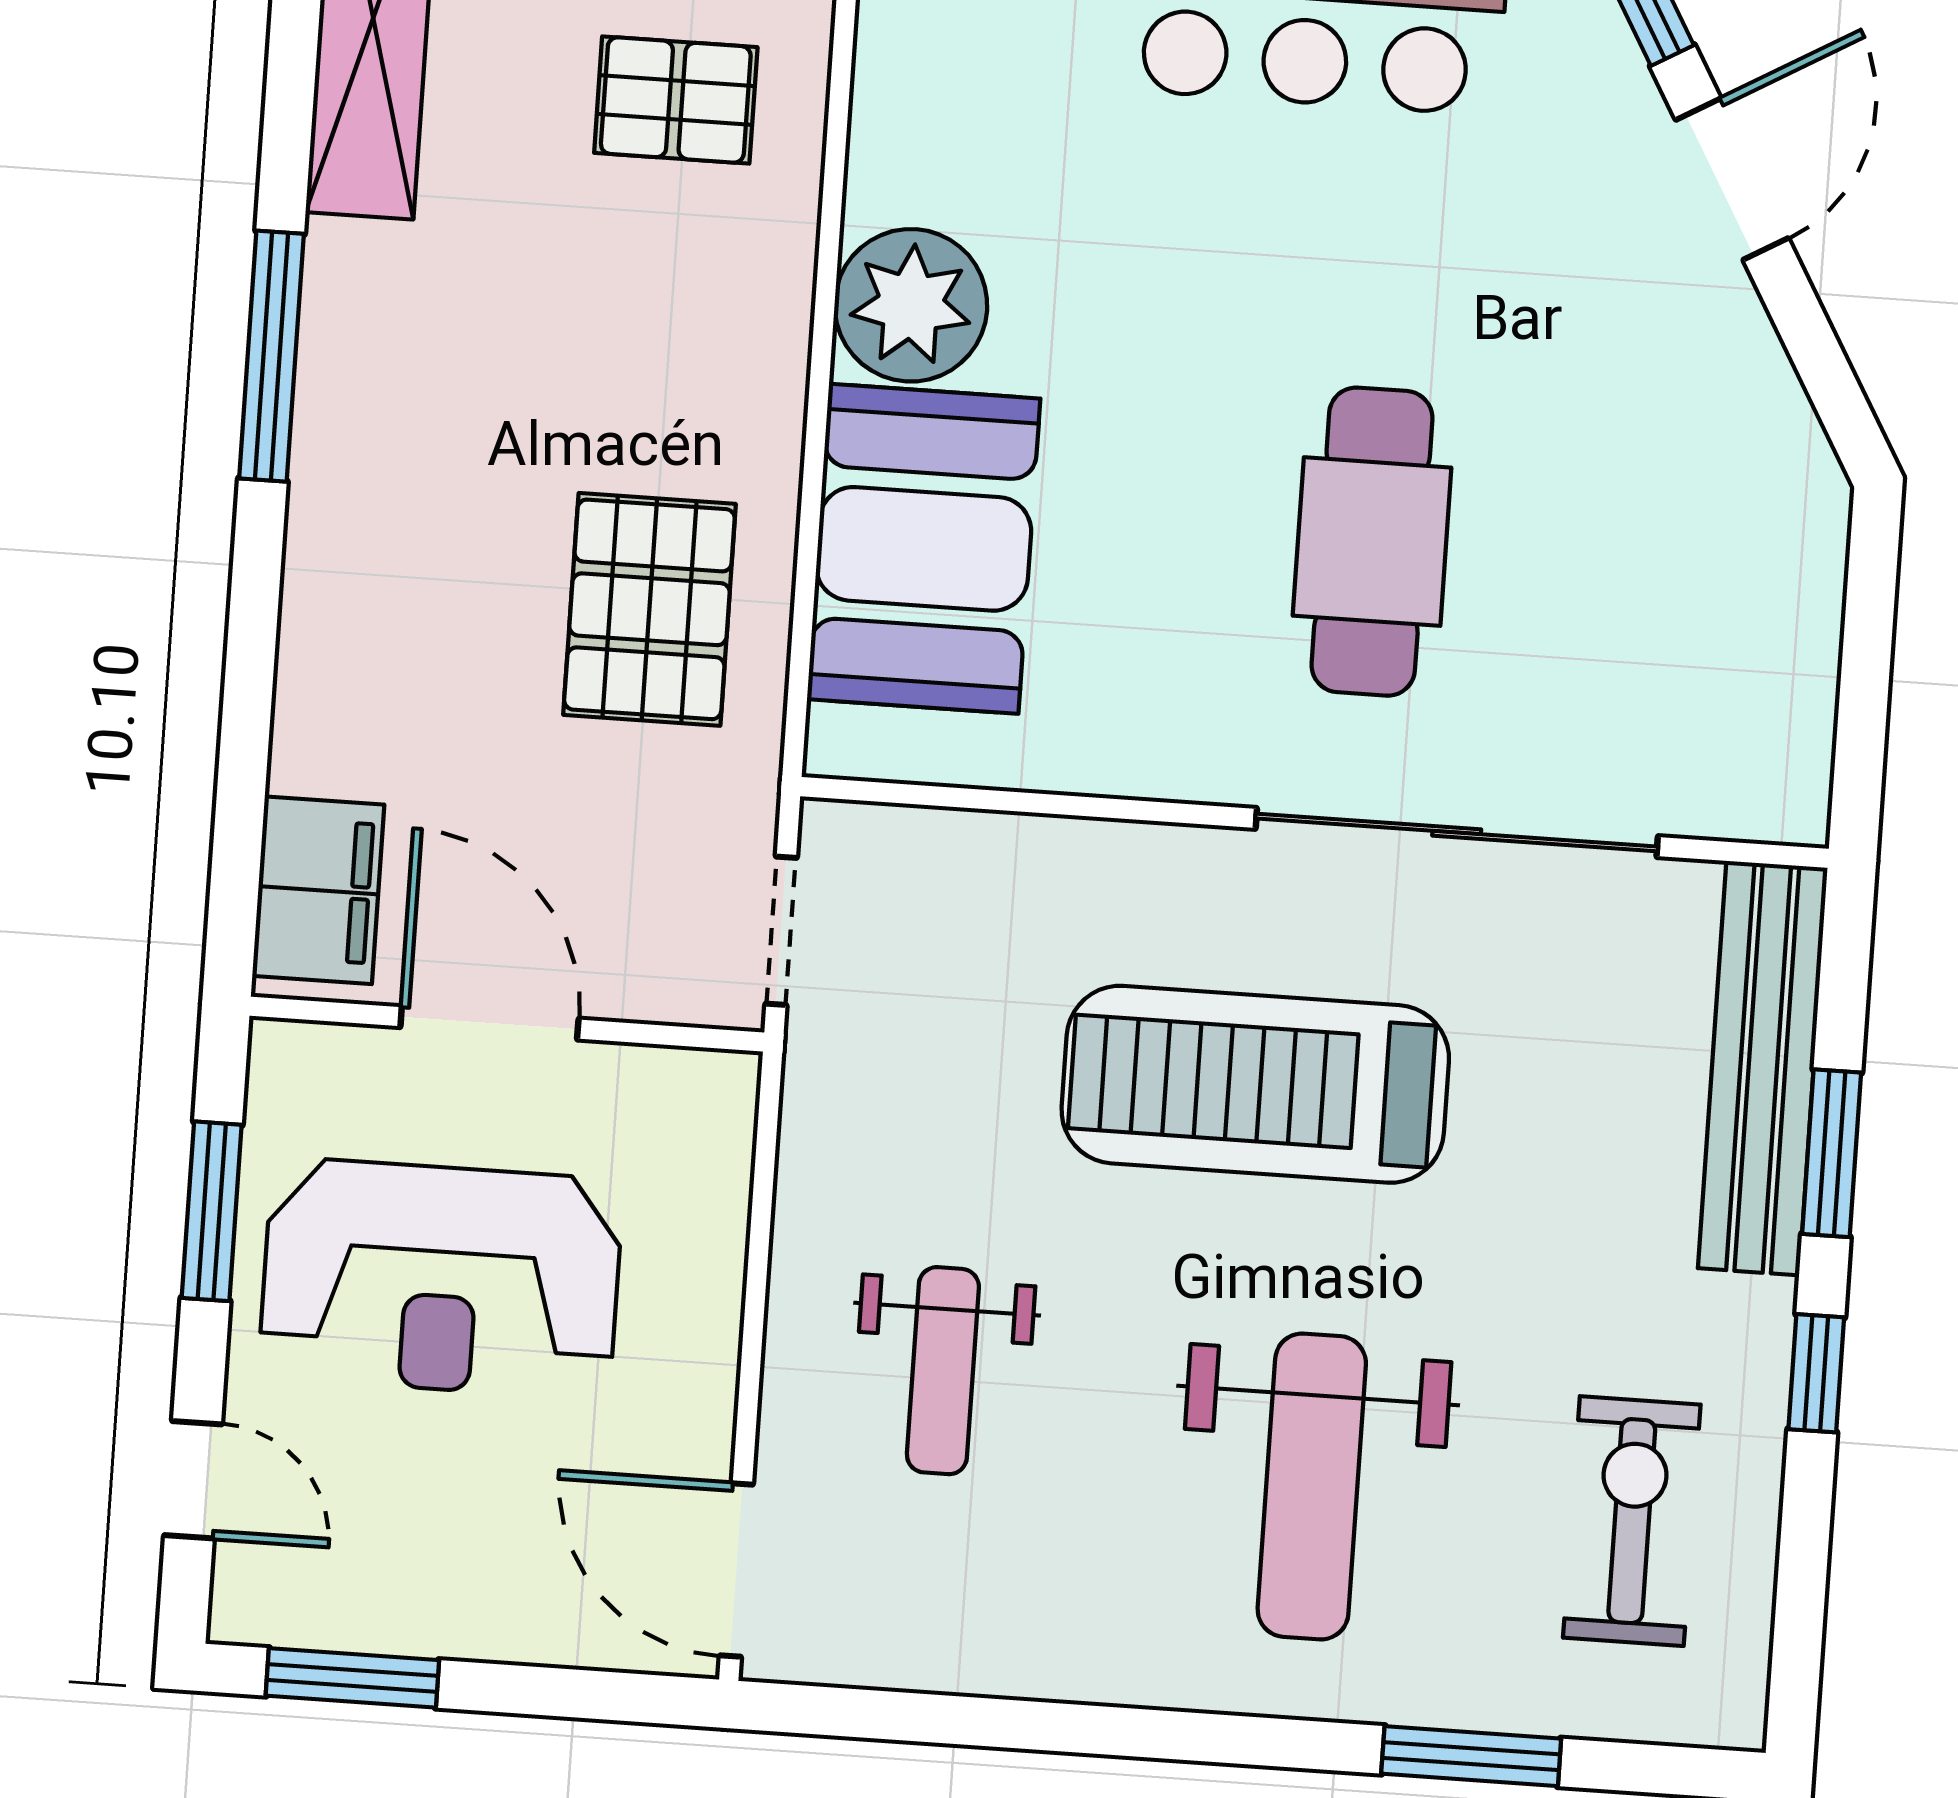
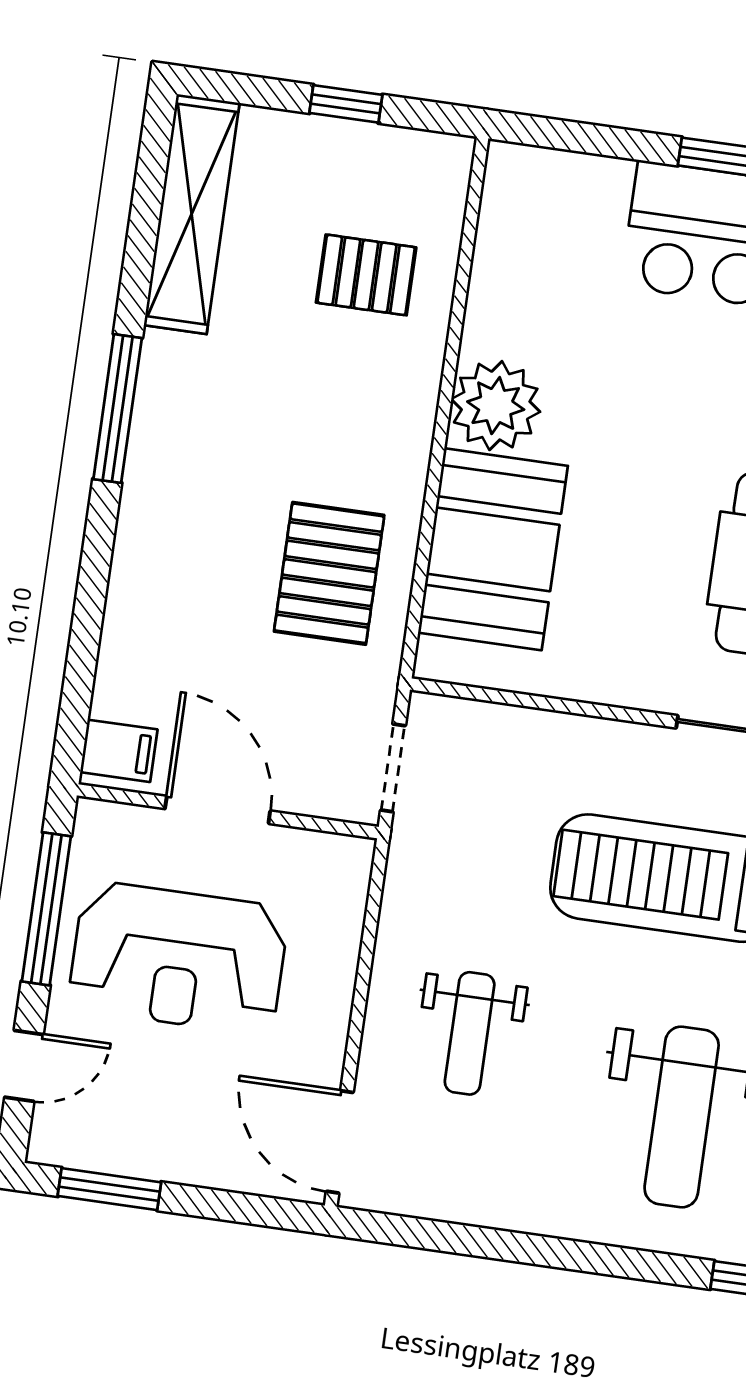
filing cabinet: (318, 890) -> (119, 751), width x0.50
window: (212, 1211) -> (46, 909), width x1.44
door: (193, 1480) -> (24, 1066), hinge flipped

